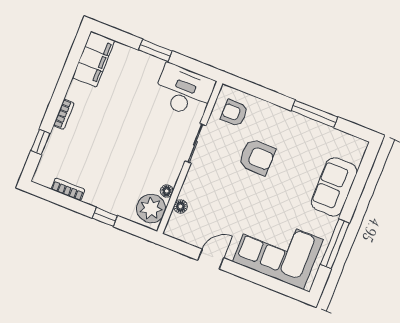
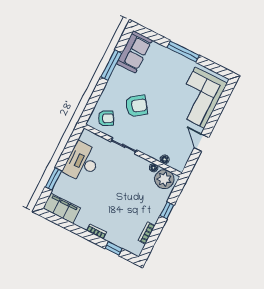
window: (155, 51) -> (54, 179), moved
desk: (184, 91) -> (82, 162), moved
armchair: (234, 113) -> (106, 118), turned -117
armchair: (257, 157) -> (136, 106), turned 54
sofa: (334, 187) -> (134, 52), moved, turned -90
window: (335, 244) -> (183, 51), moved

